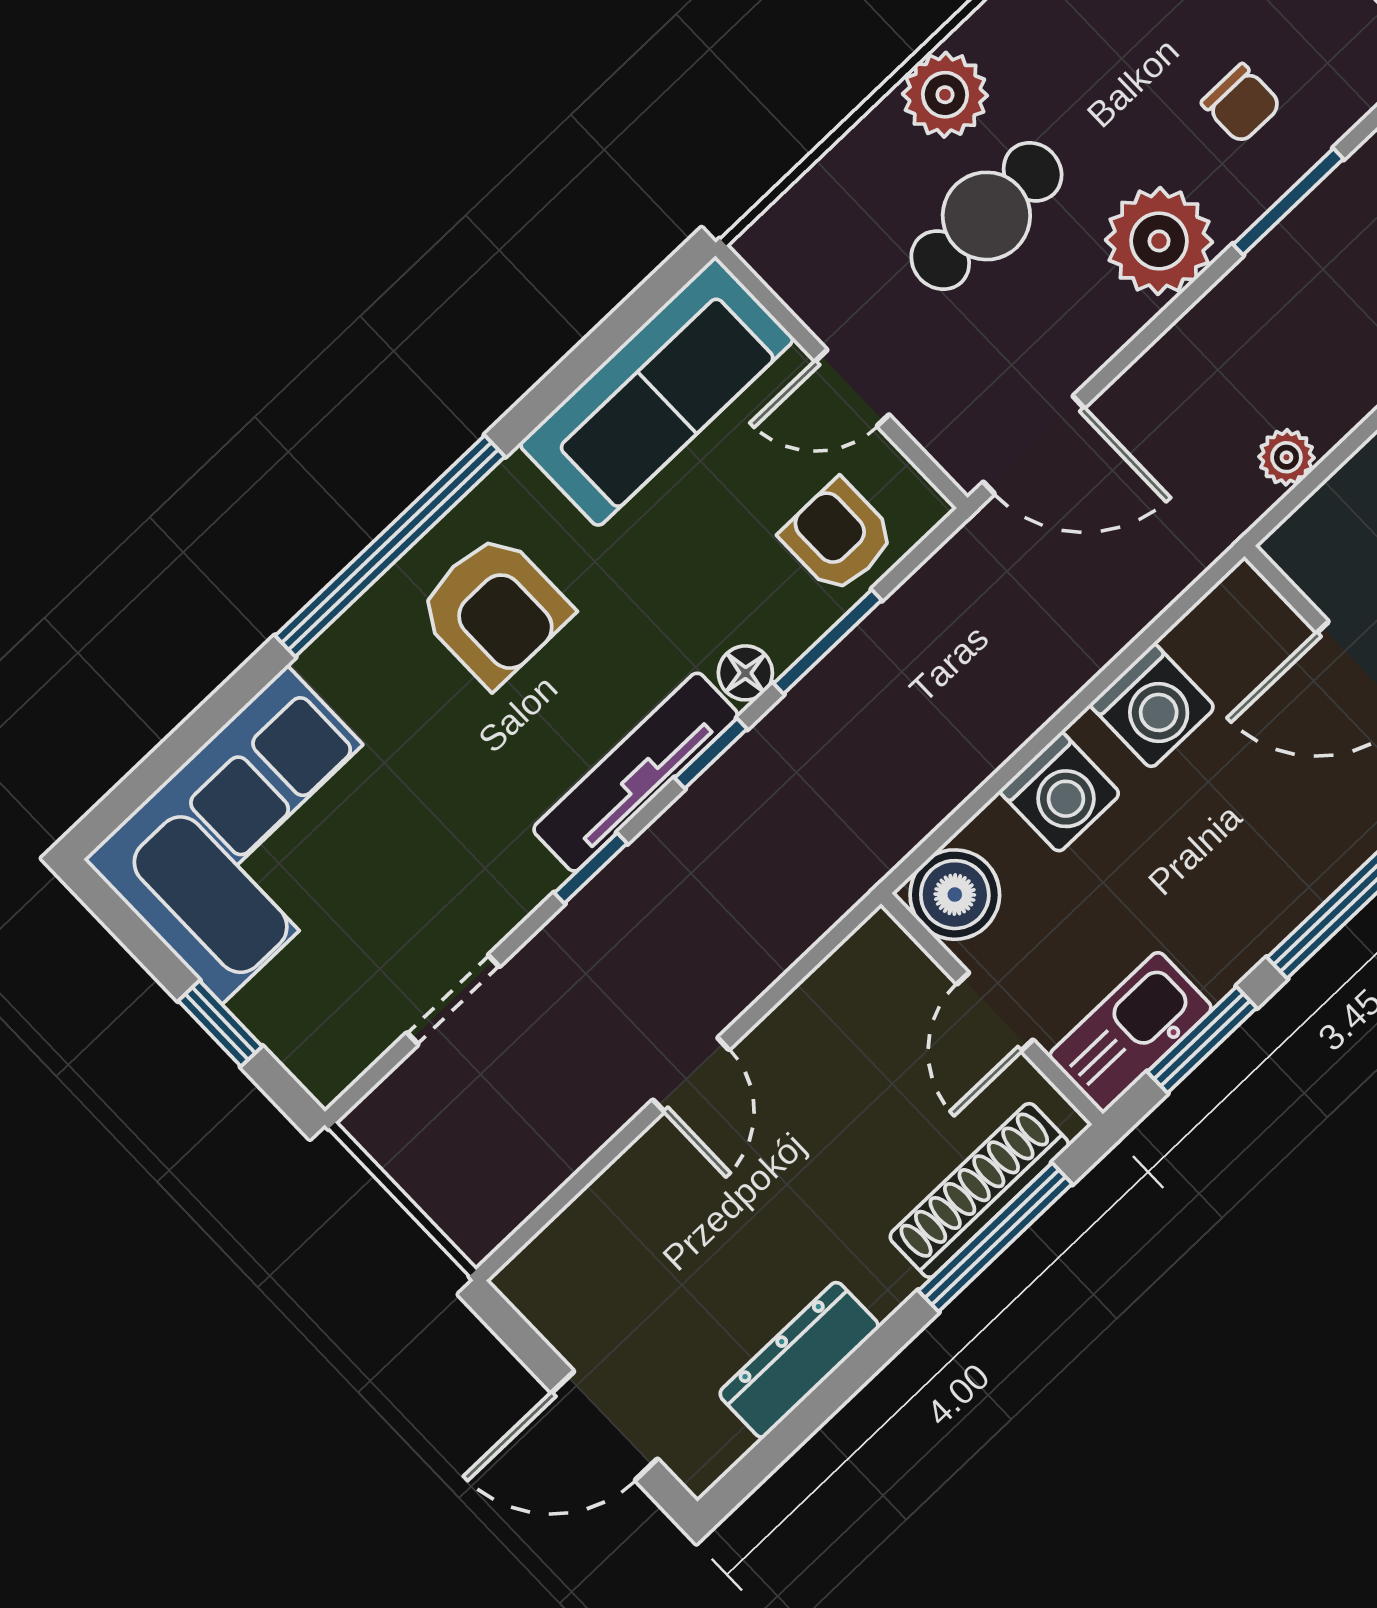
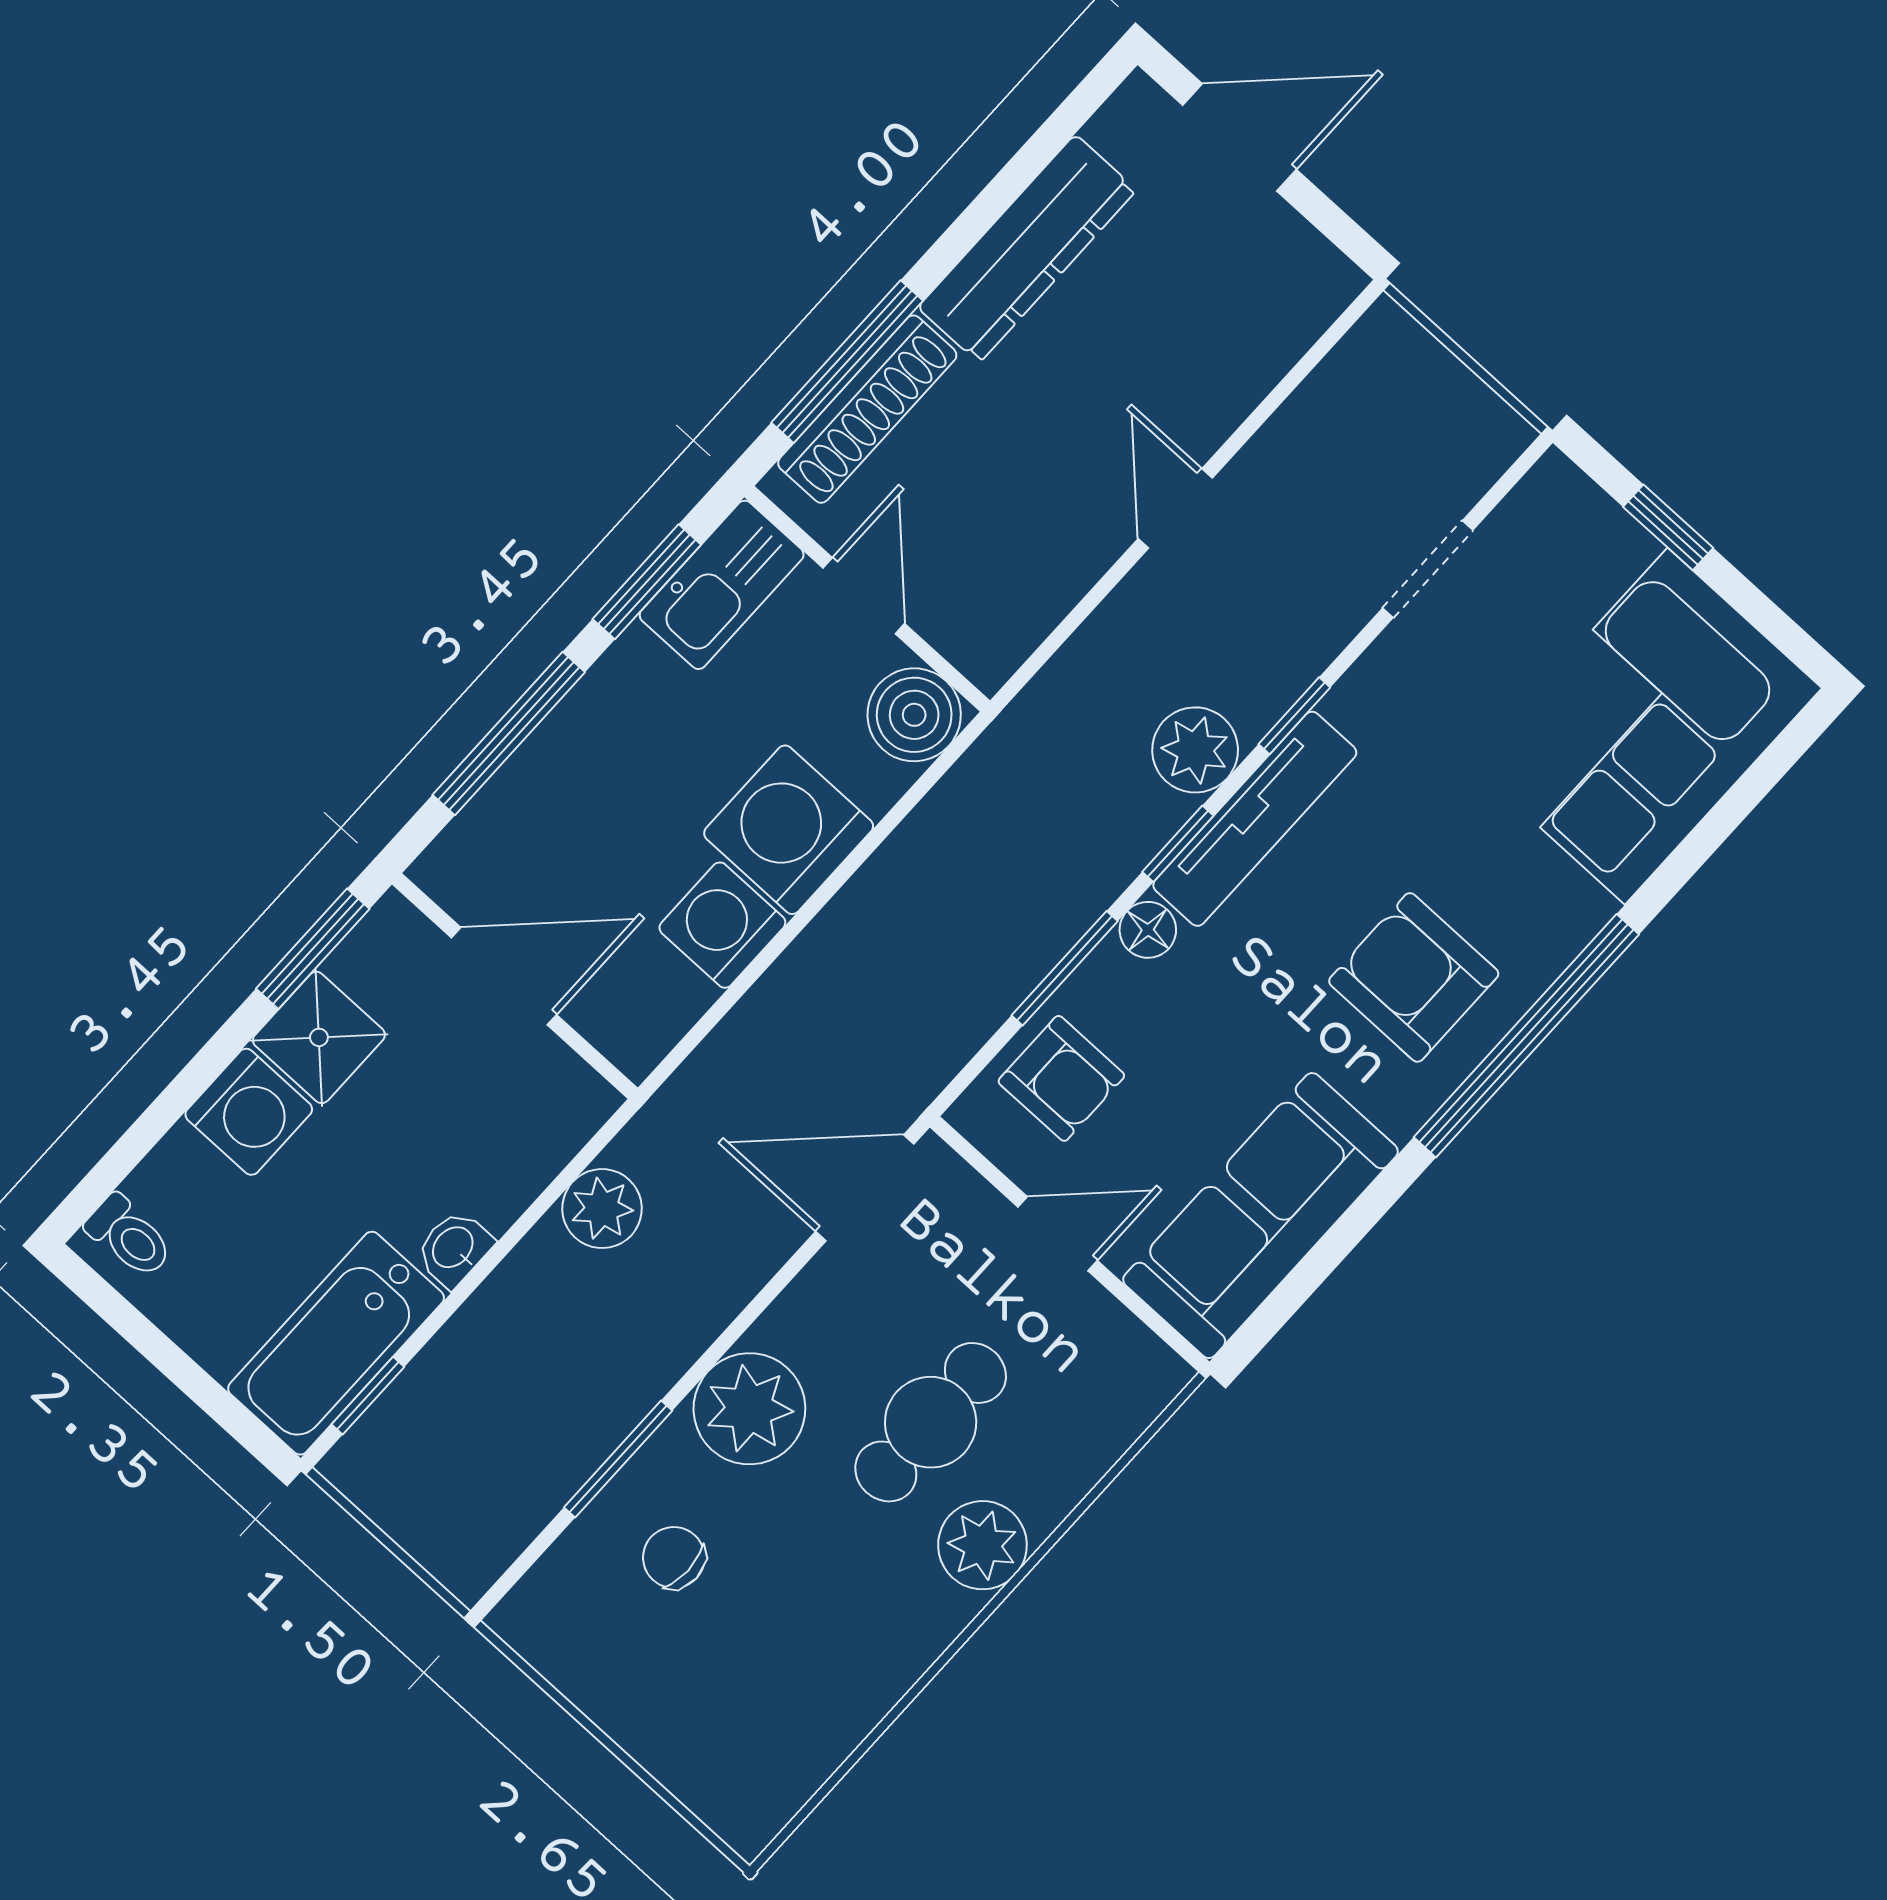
plant: (1286, 457) -> (602, 1209), width x1.38, depth x1.38
washing machine: (1060, 792) -> (789, 830), width x1.37, depth x1.37
plant: (688, 842) -> (1195, 750), added
dresser: (799, 1360) -> (1027, 249), width x1.37, depth x1.24

